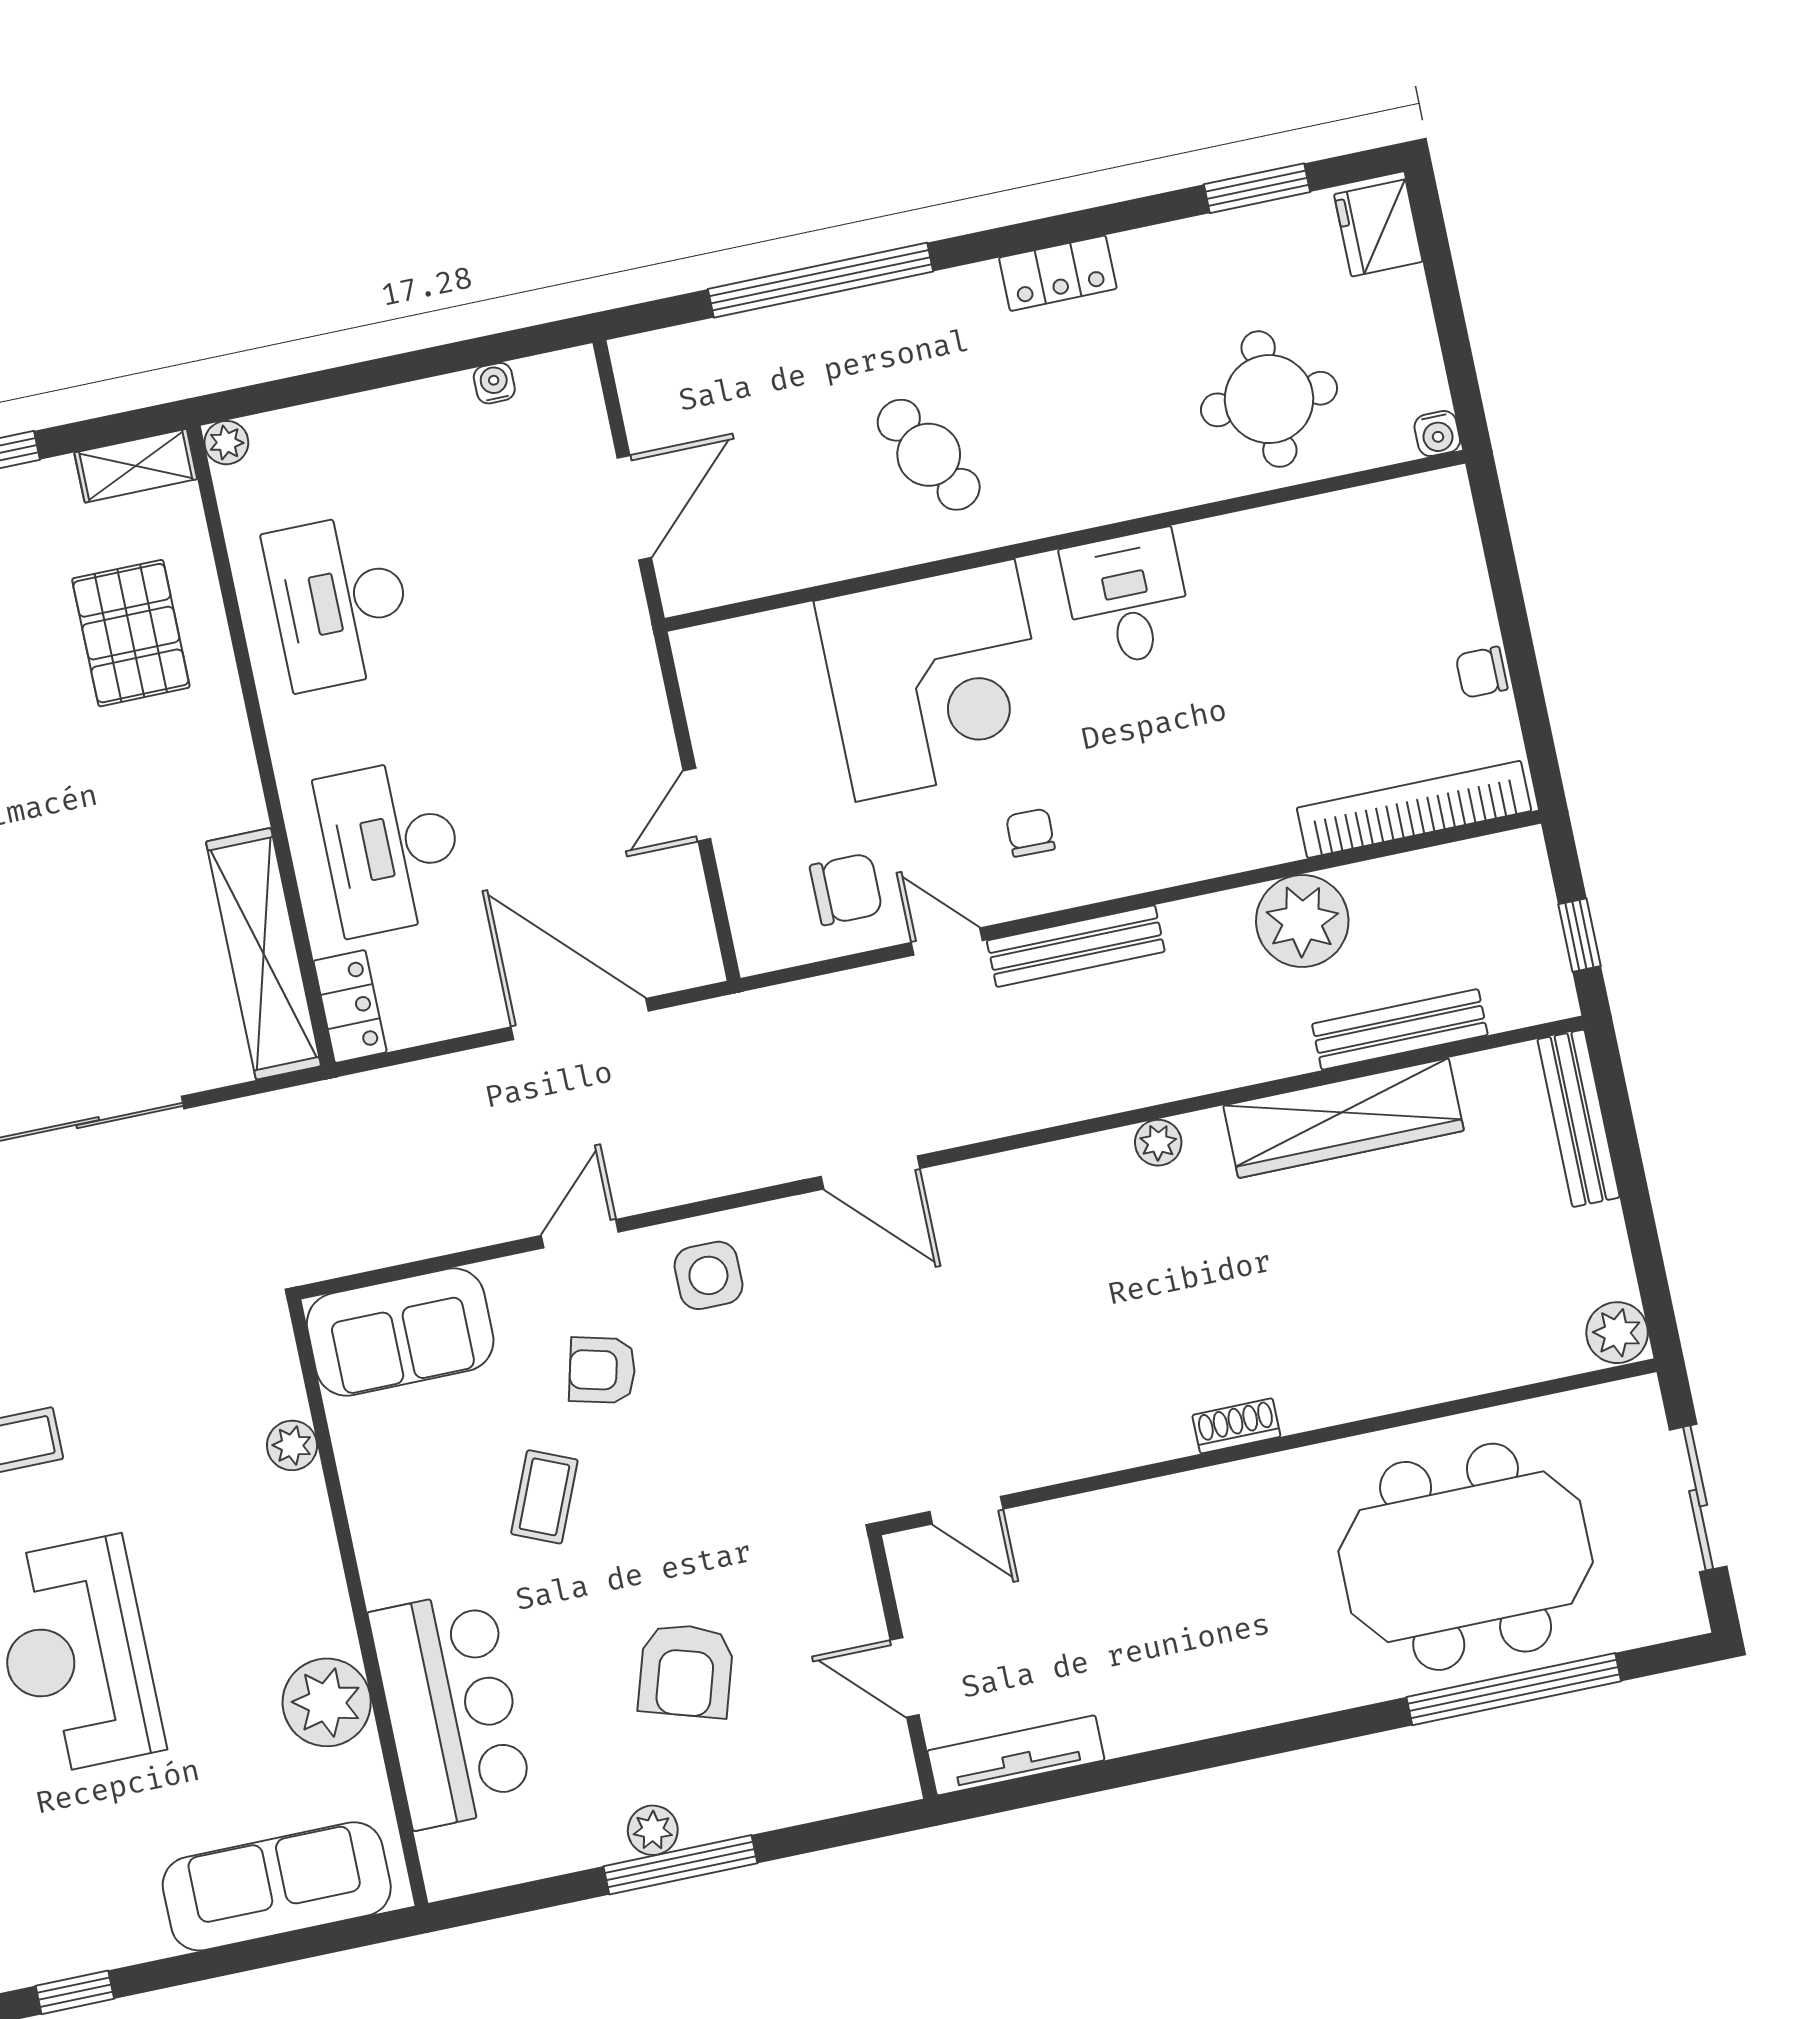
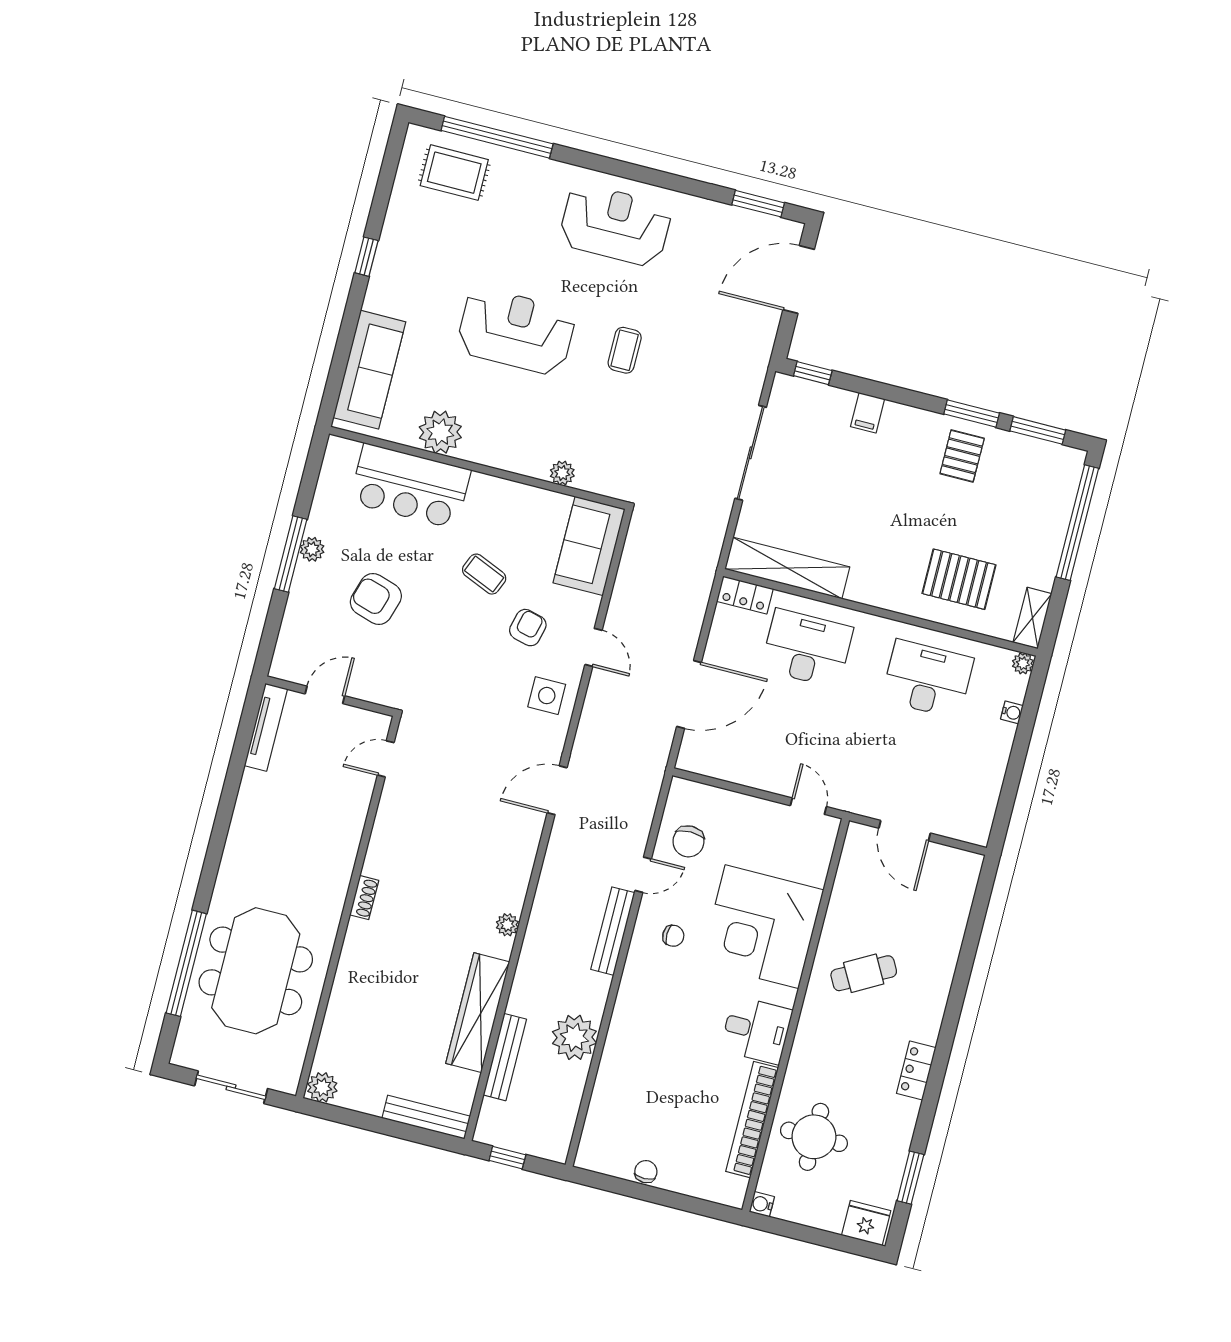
window: (820, 280) -> (965, 963), removed
water cooler: (494, 383) -> (1012, 712), moved
door: (697, 805) -> (808, 806), moved
bookcase: (1414, 809) -> (752, 1120), moved, turned 180

